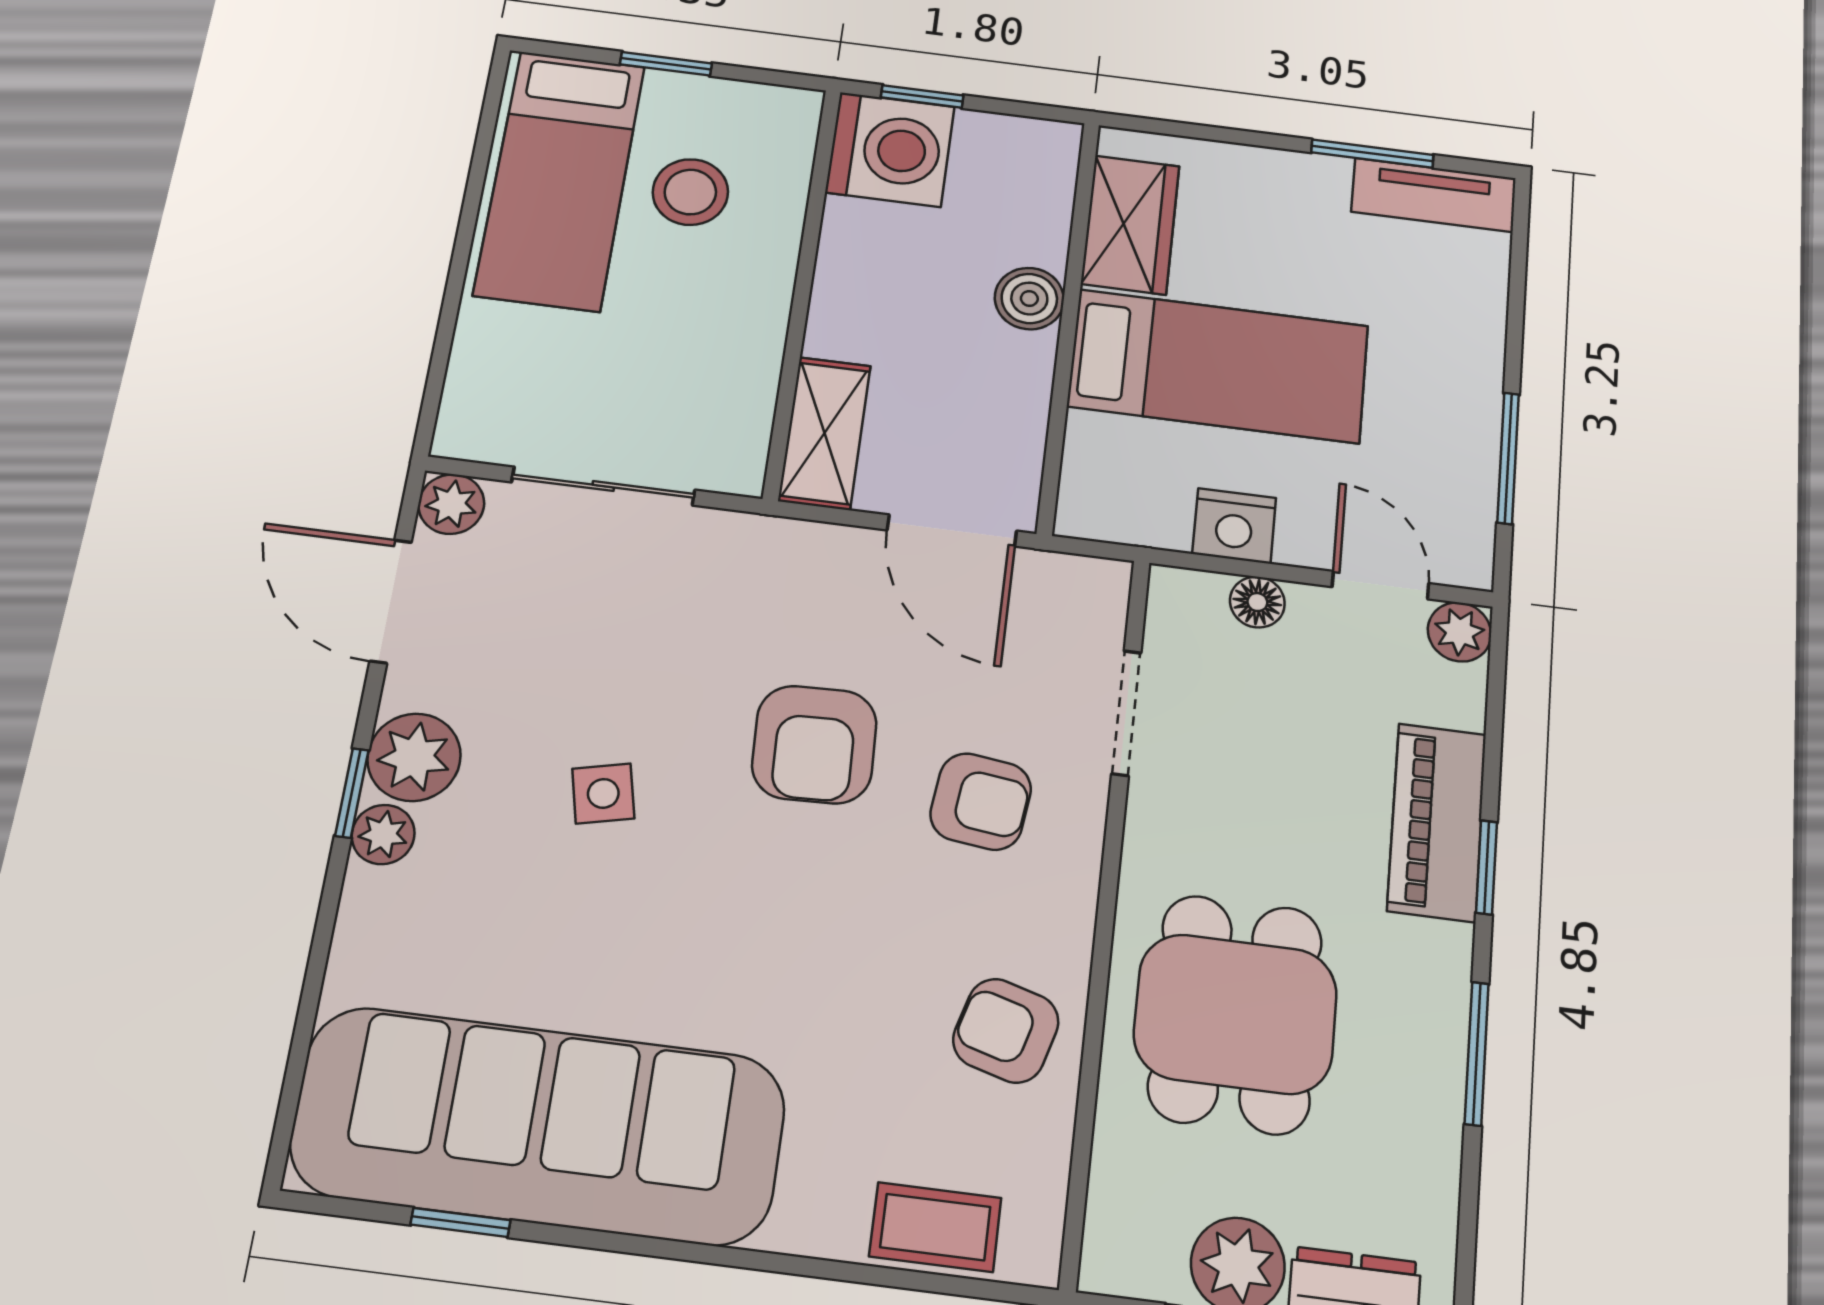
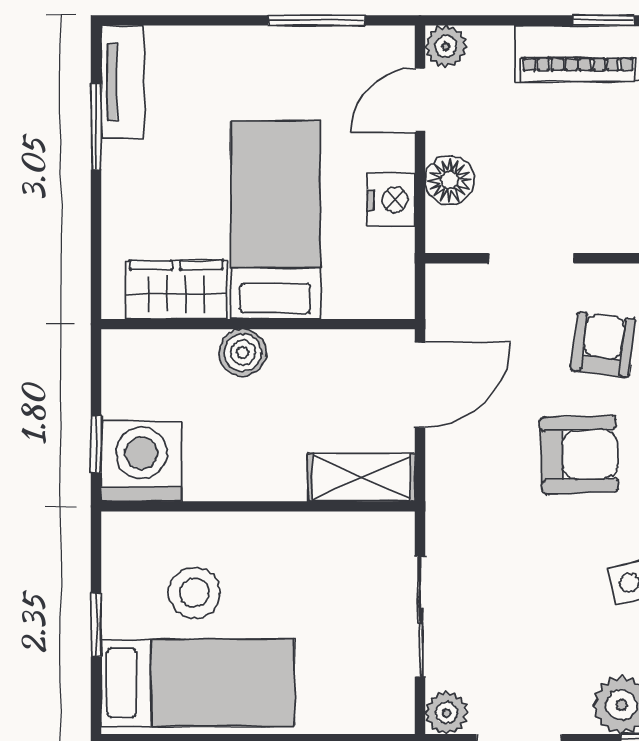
floor lamp: (1257, 602) -> (450, 180), width x1.37, depth x1.37

